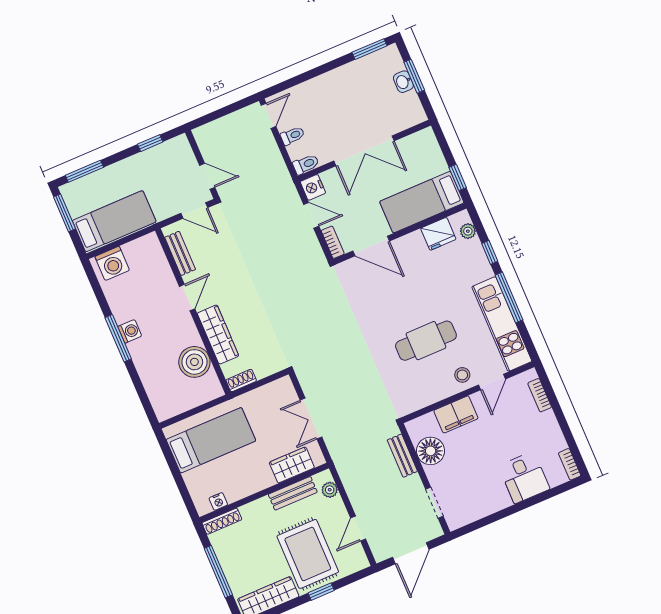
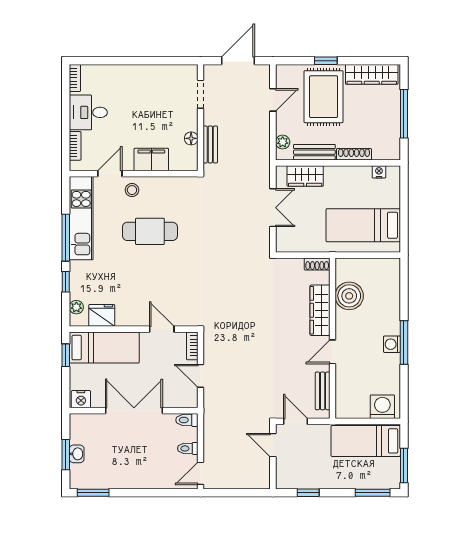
nightstand: (313, 187) -> (81, 399), moved, turned 90
door: (371, 246) -> (162, 329), width x0.73
floor lamp: (431, 451) -> (191, 138), width x0.53, depth x0.53
desk: (524, 477) -> (88, 112), moved, turned -90
shoe rack: (222, 521) -> (354, 154), moved

